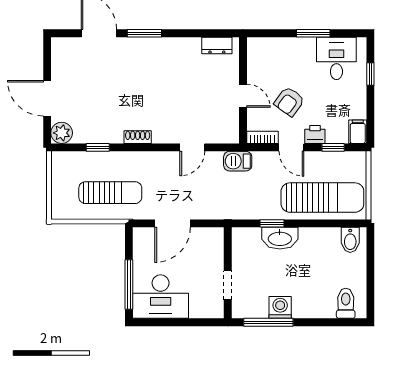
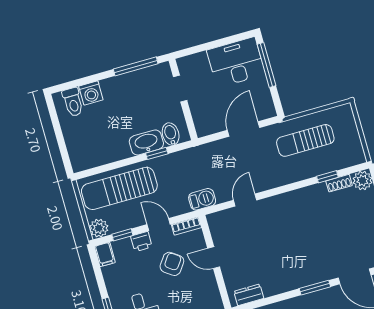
shoe rack: (138, 137) -> (339, 183), moved
plant: (356, 162) -> (99, 228), added
bidet: (350, 240) -> (171, 134), moved
washing machine: (280, 307) -> (91, 93), moved

